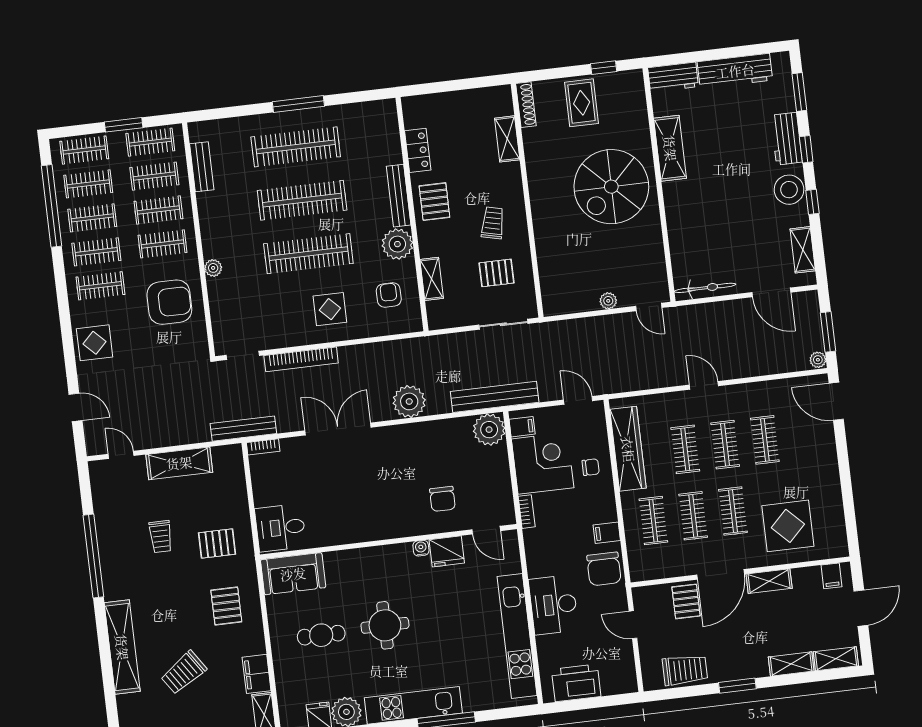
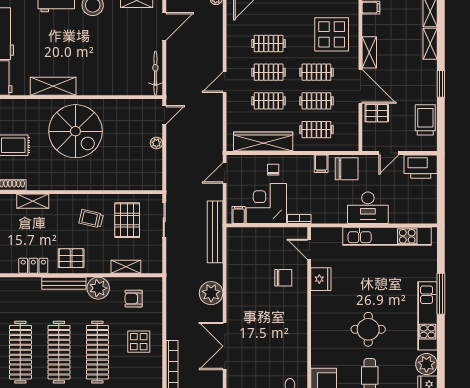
pallet: (496, 273) -> (127, 220), width x1.50, depth x1.42
plant: (489, 430) -> (238, 239), removed
door: (486, 530) -> (309, 249), swing flipped
water cooler: (421, 548) -> (316, 297), removed
printer: (576, 683) -> (421, 167), moved, turned -90

